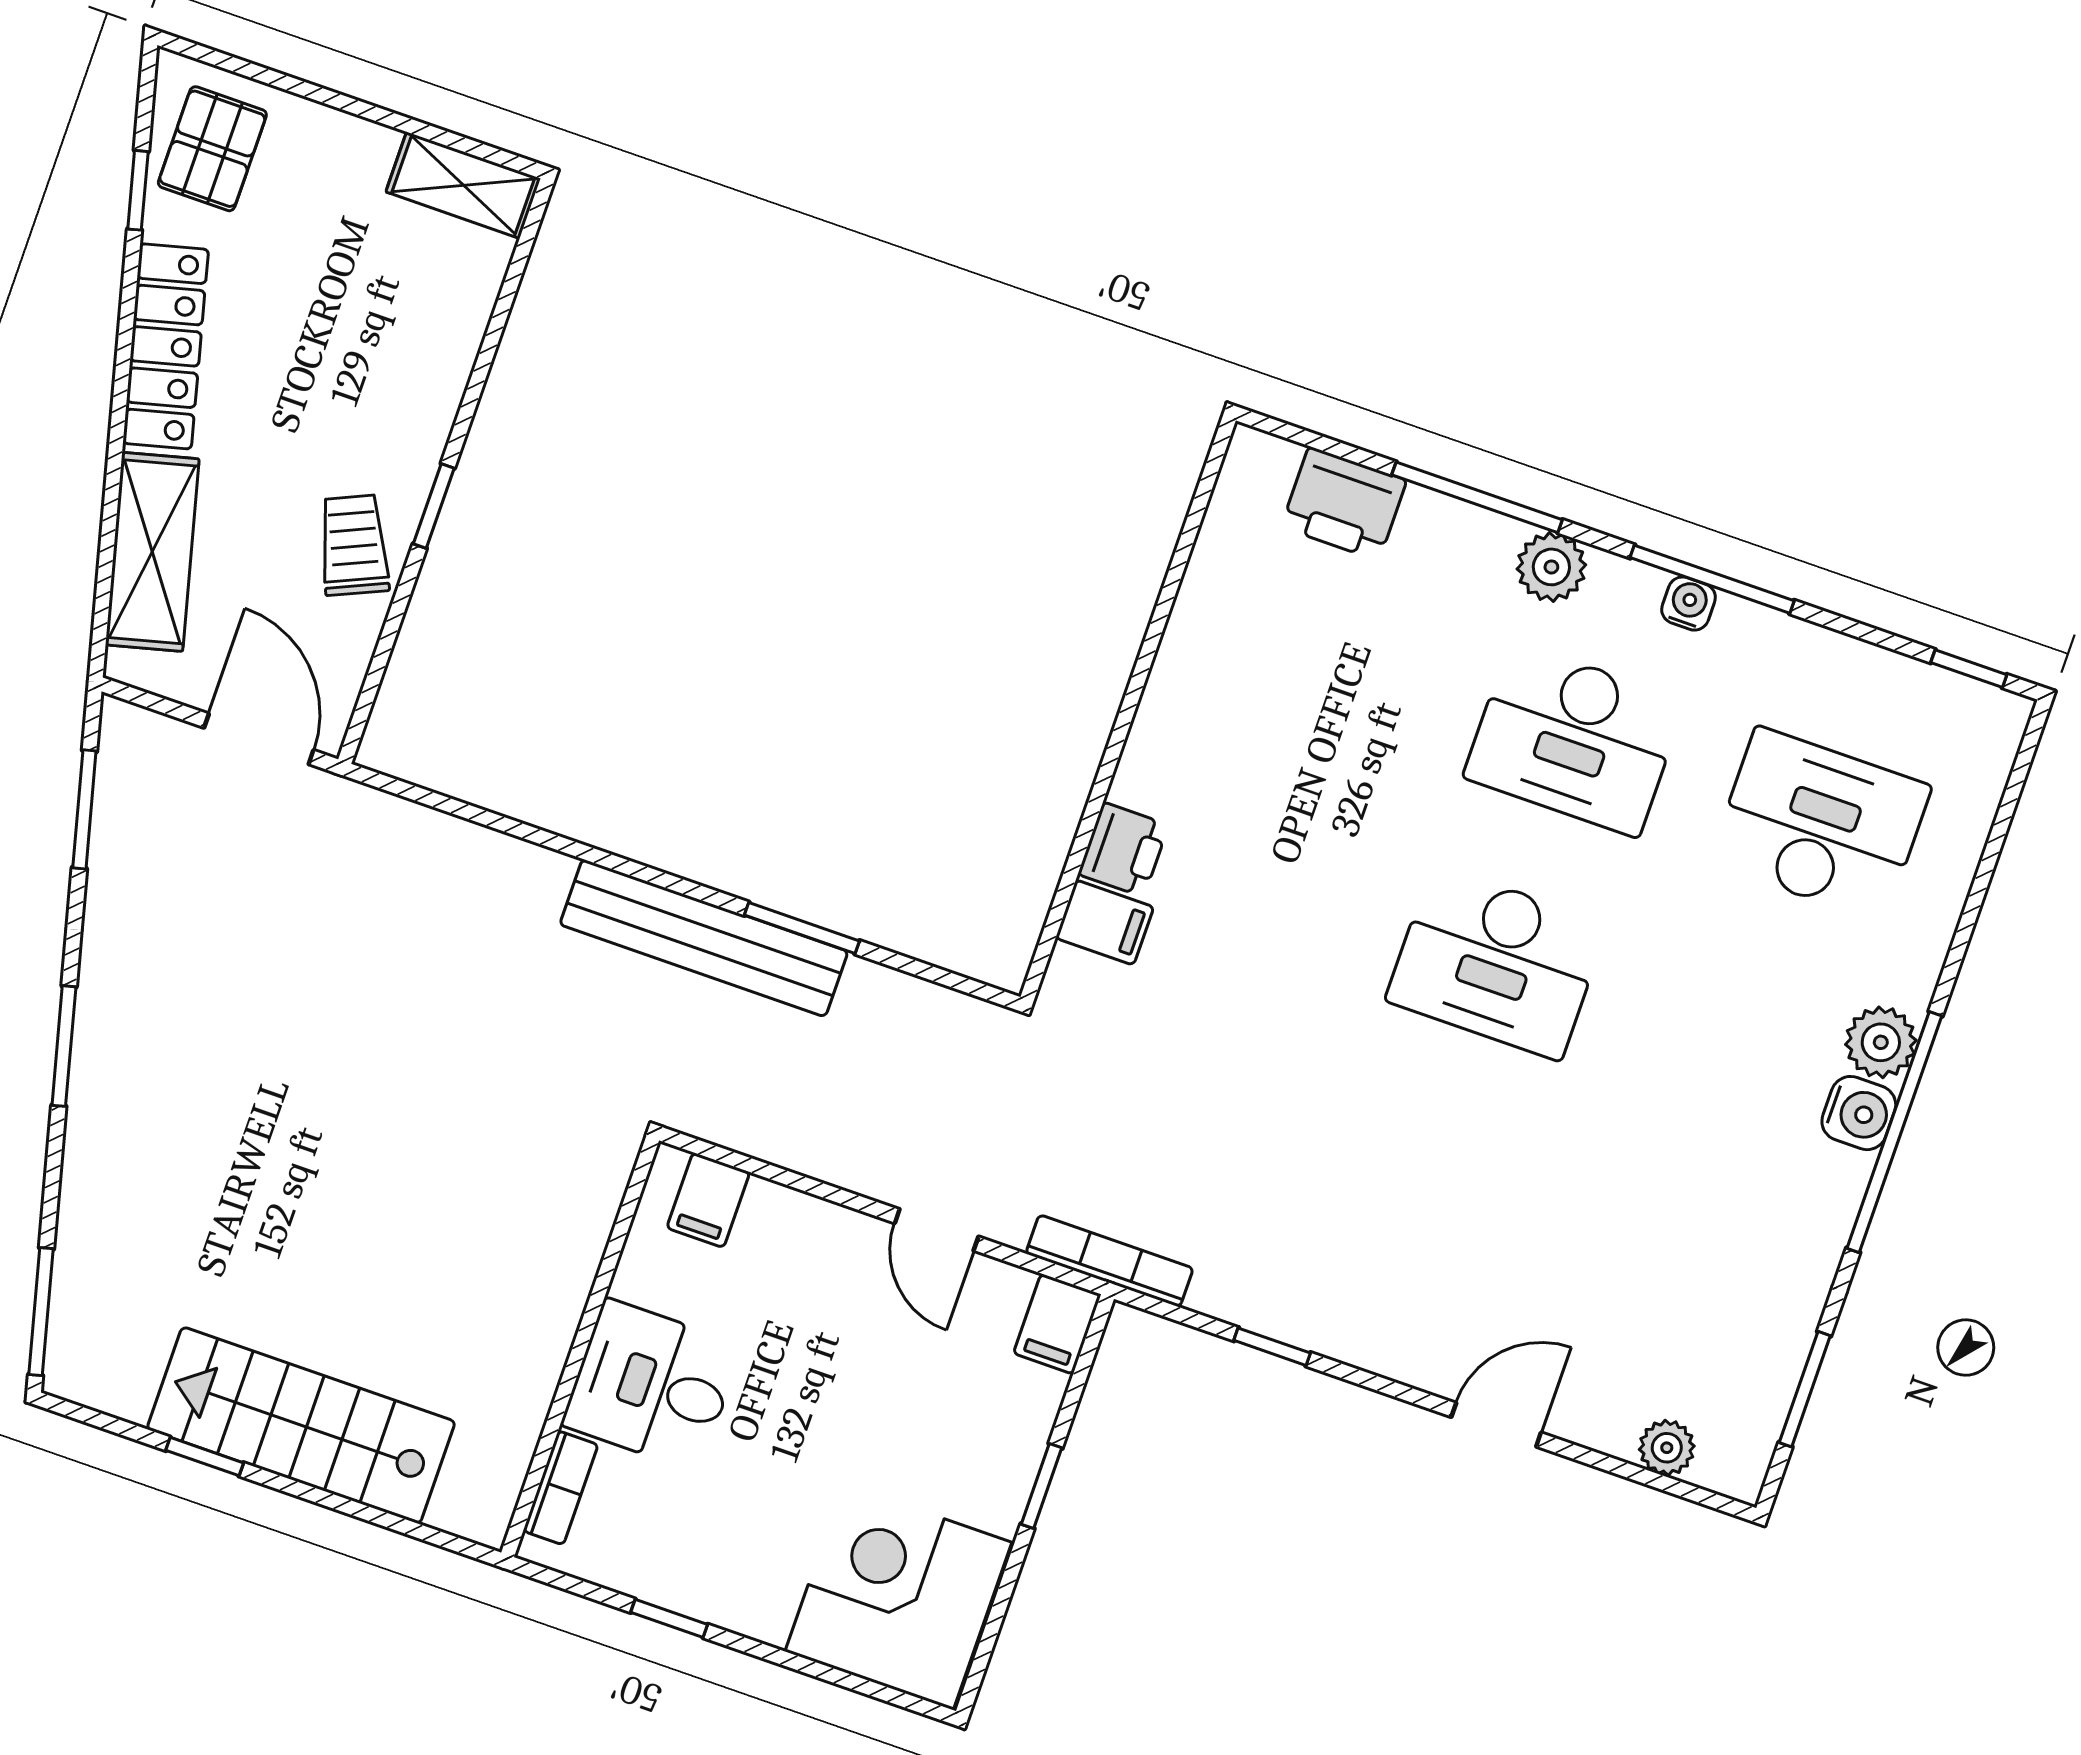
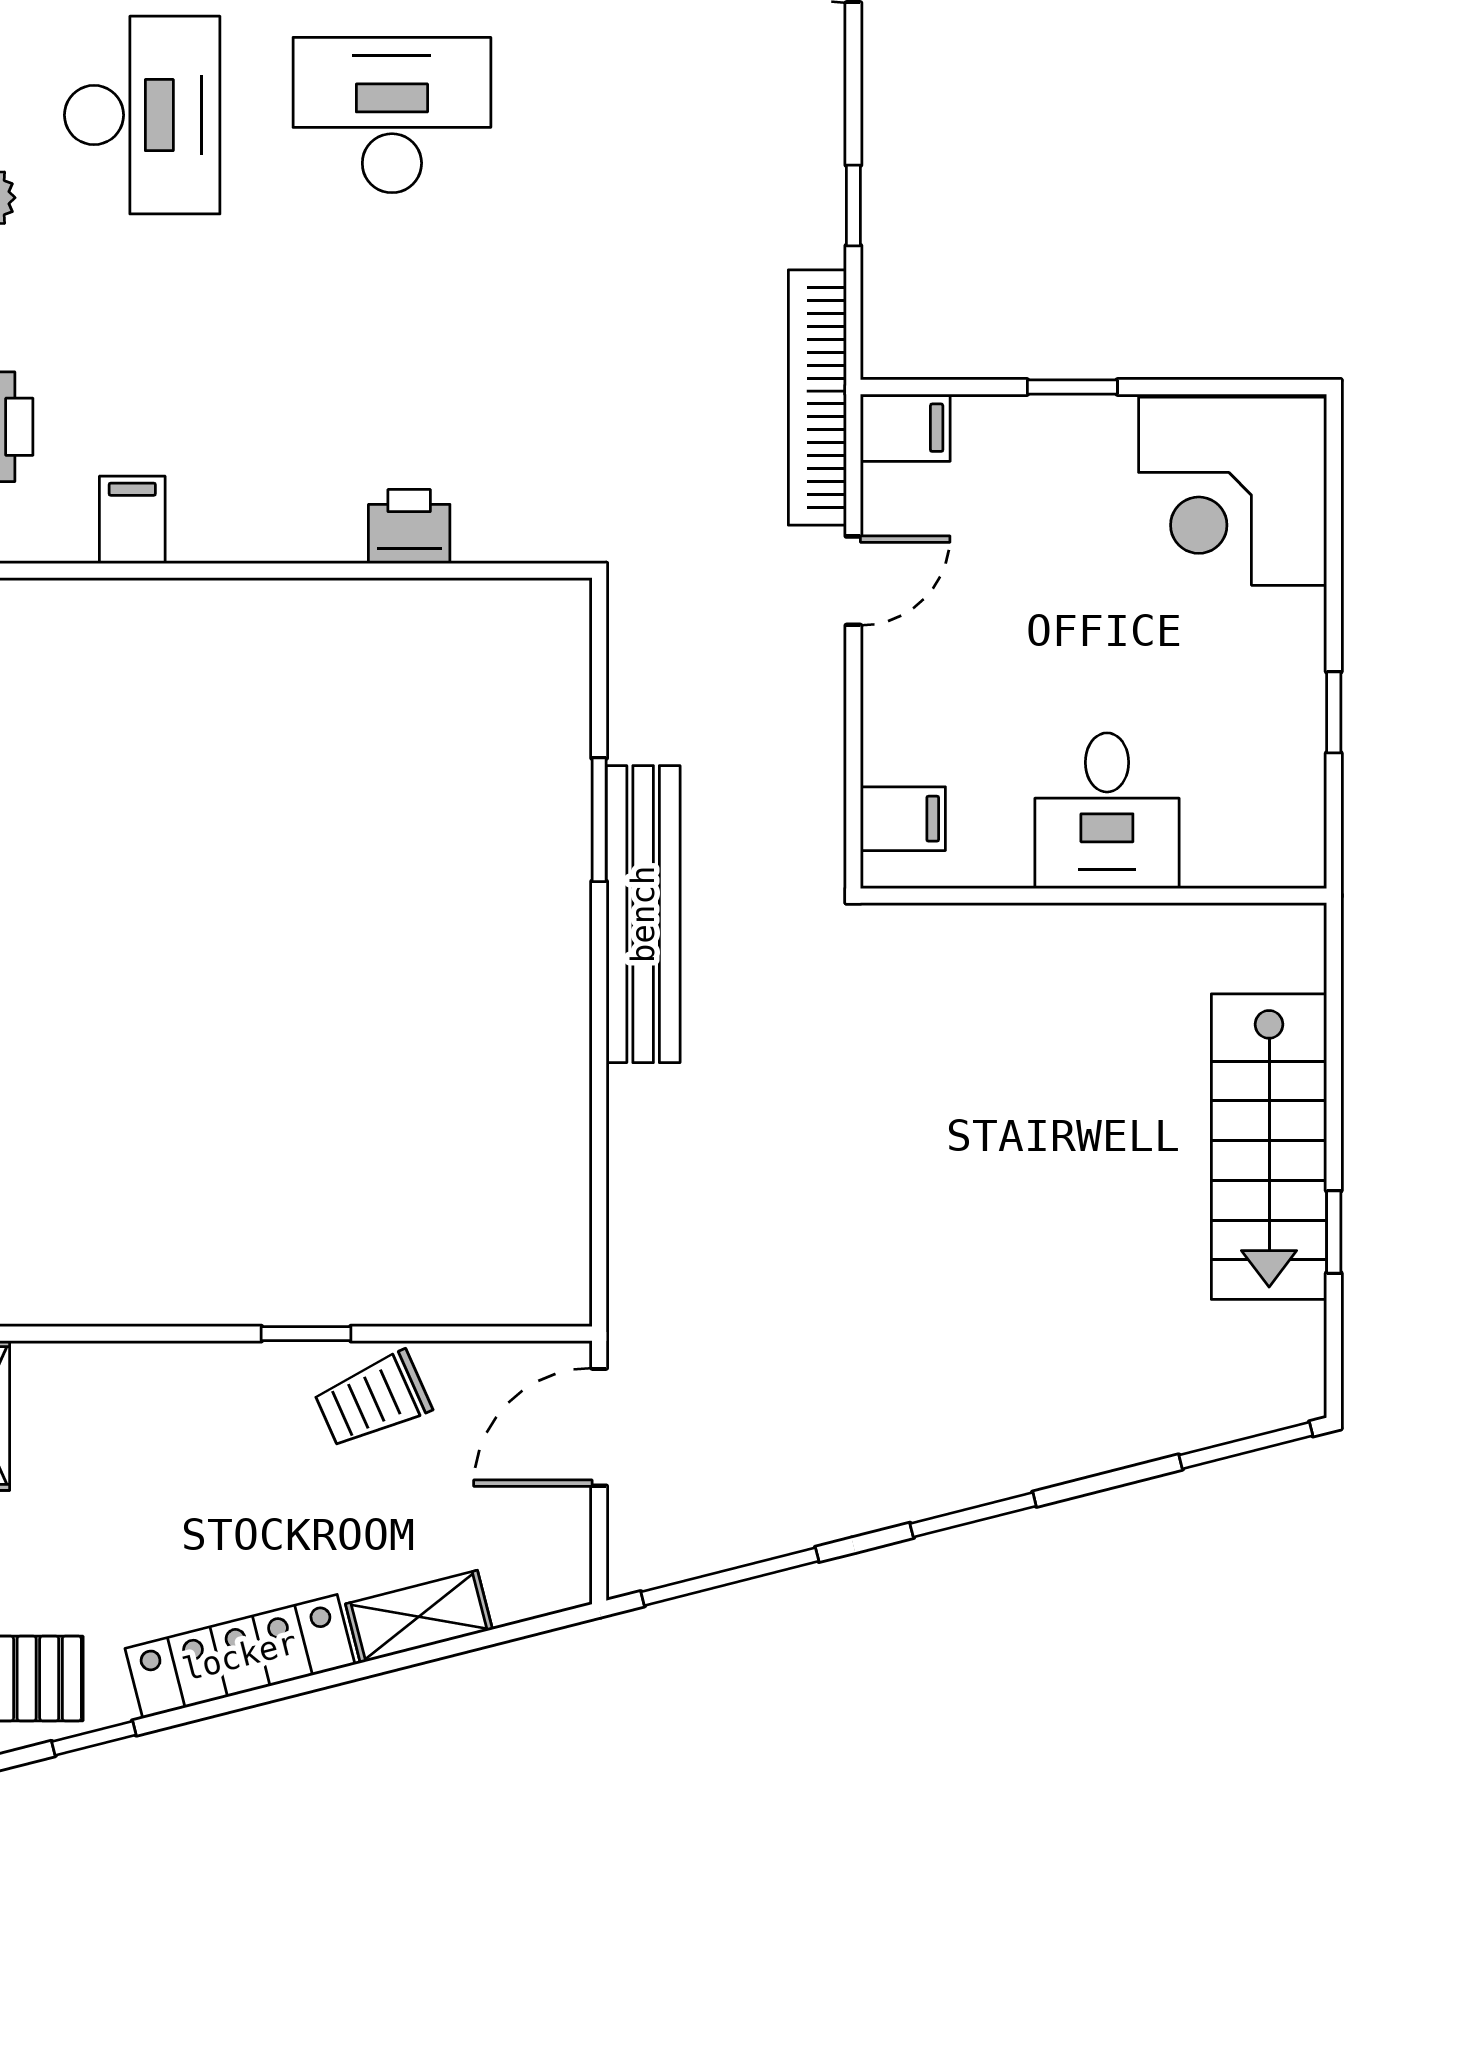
shelving: (152, 552) -> (419, 1617), width x0.67, depth x0.75
window: (84, 809) -> (730, 1577), width x1.44
filing cabinet: (1105, 922) -> (132, 520), moved
desk: (1497, 962) -> (392, 115), turned -90
bookcase: (1109, 1261) -> (817, 397), width x1.48, depth x1.31
bookcase: (561, 1488) -> (1241, 866), removed

